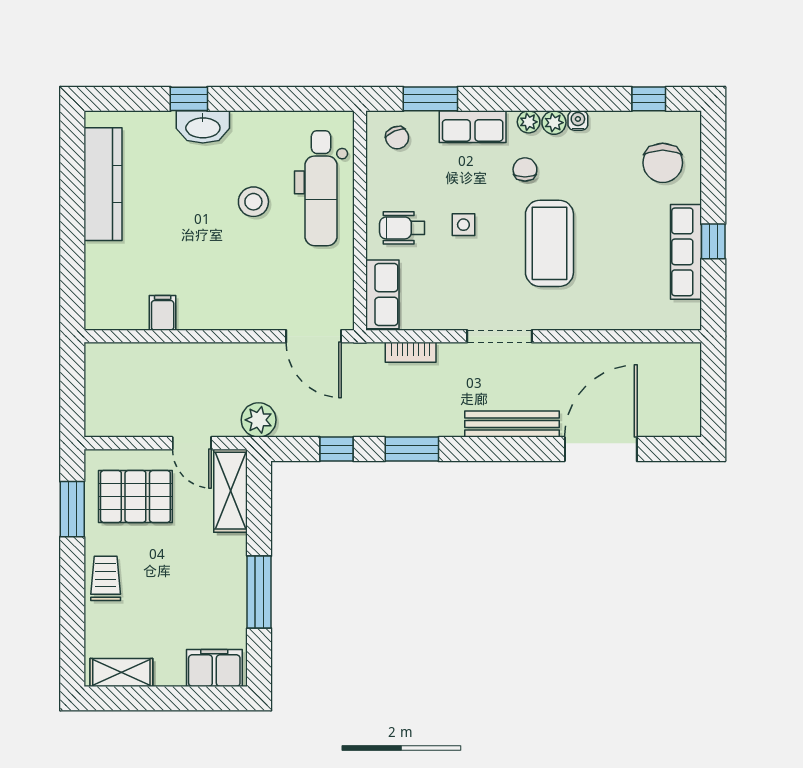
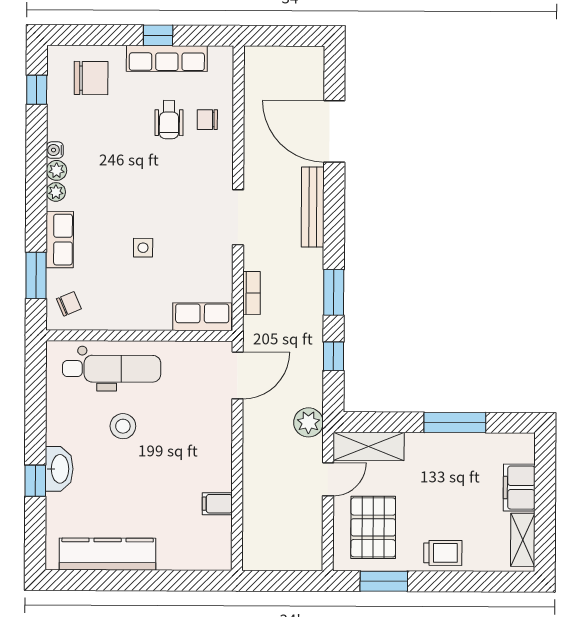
chair: (525, 169) -> (207, 120), moved
wheelchair: (402, 228) -> (169, 120), moved
coffee table: (549, 243) -> (159, 175), removed
trolley: (106, 578) -> (443, 553), turned 180
filing cabinet: (214, 668) -> (519, 488), moved

